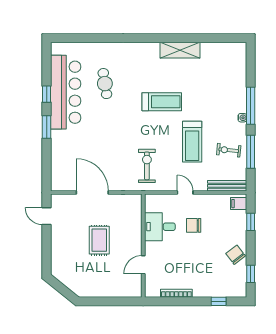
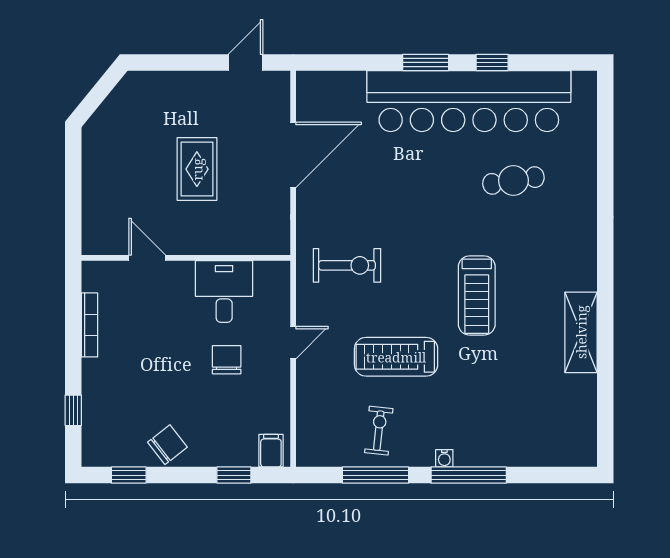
bar counter: (66, 92) -> (469, 101), width x1.36
bench: (227, 186) -> (307, 428), removed
rug: (99, 240) -> (197, 169), turned 90

